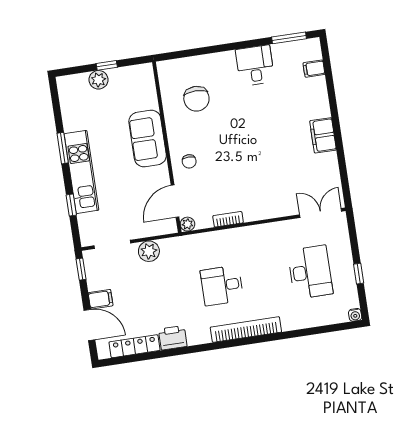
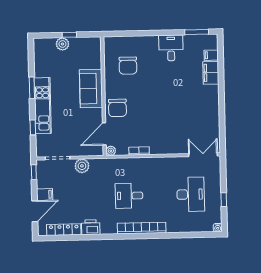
filing cabinet: (323, 135) -> (211, 73), moved
chair: (189, 161) -> (117, 108), width x1.87, depth x1.87
door: (89, 325) -> (35, 211), hinge flipped

